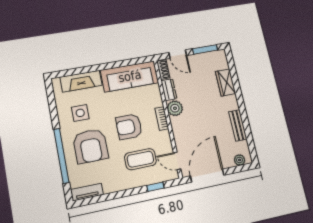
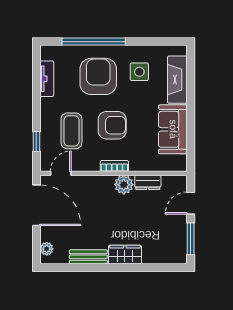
shoe rack: (163, 70) -> (174, 181), removed
sofa: (130, 76) -> (173, 129), width x0.73
wardrobe: (226, 83) -> (125, 255), moved
armchair: (129, 127) -> (112, 125), turned 90
armchair: (90, 146) -> (98, 76), turned 90
tv unit: (87, 192) -> (47, 79), moved

